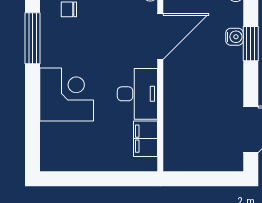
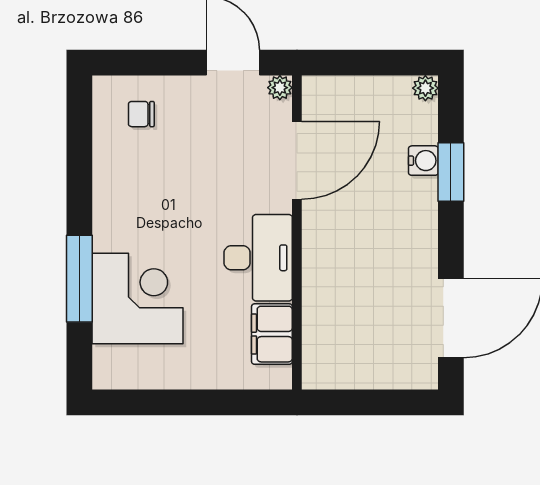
window: (32, 38) -> (79, 279), moved
corner desk: (67, 94) -> (138, 299), moved

